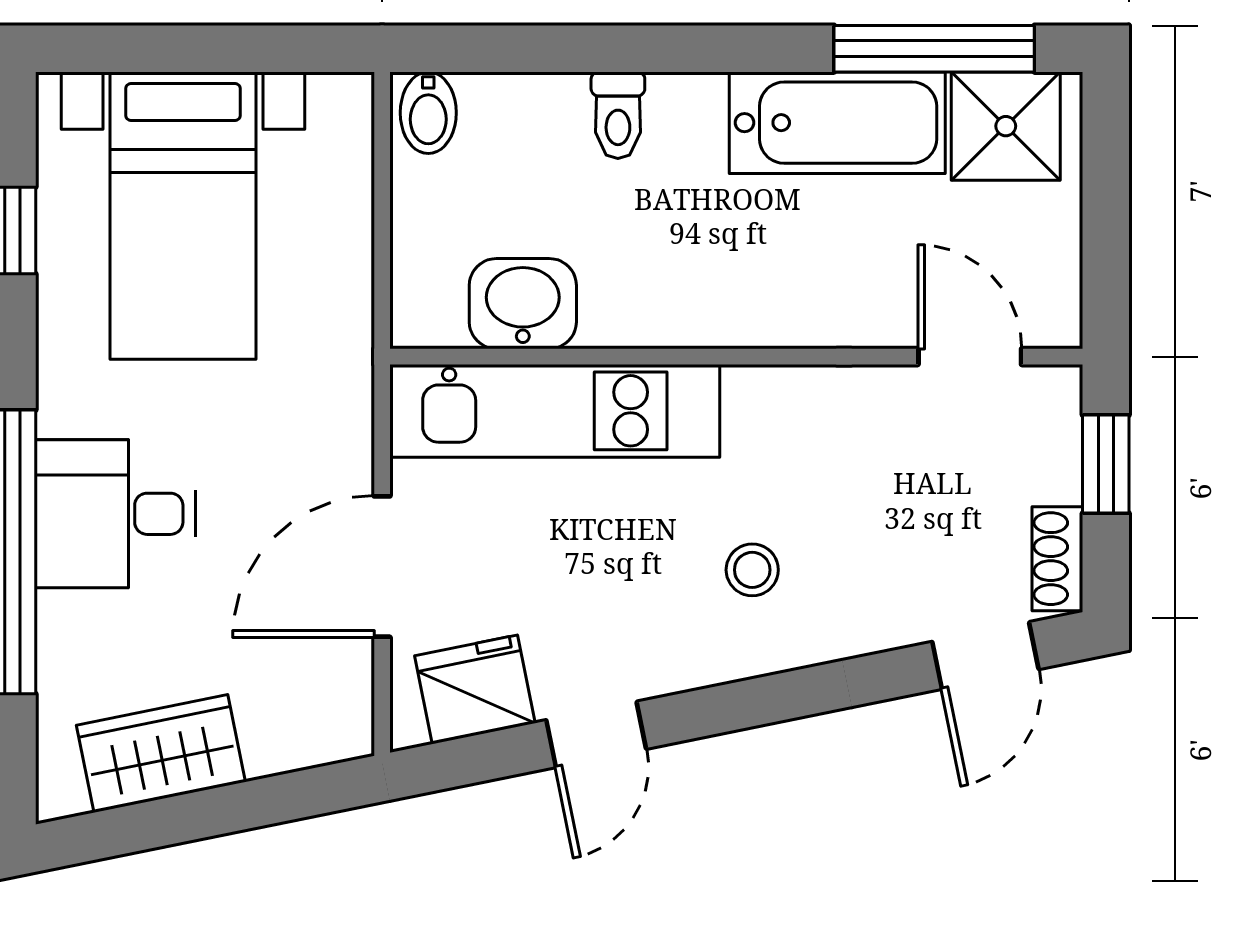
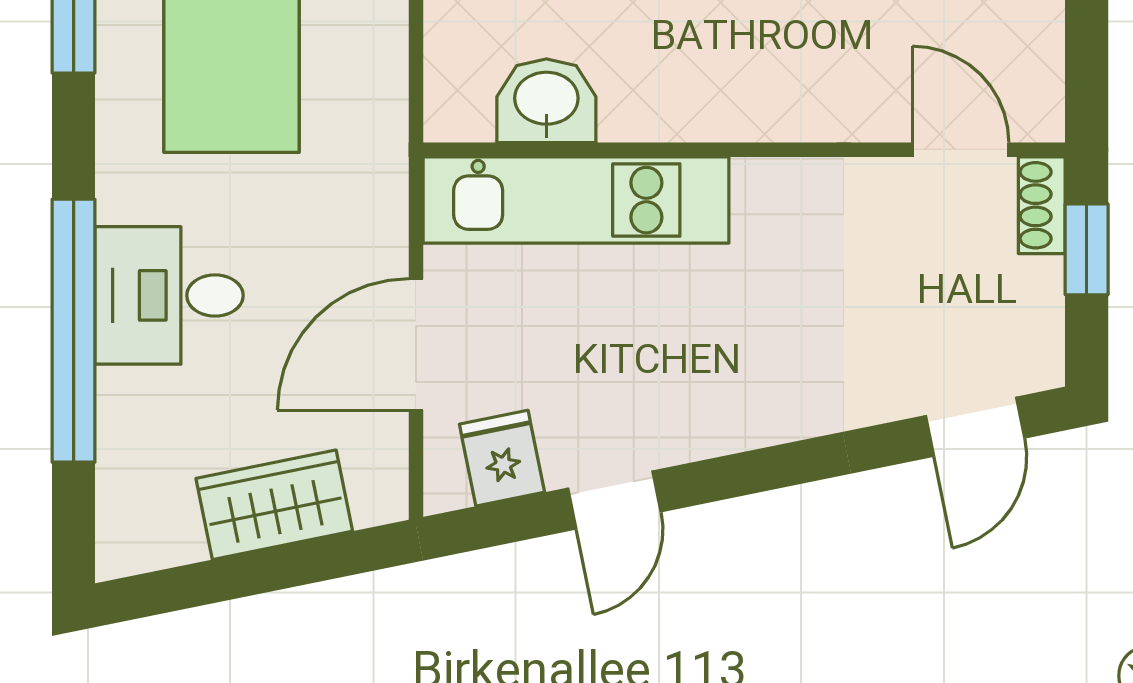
shoe rack: (1057, 559) -> (1042, 205), moved
stool: (752, 570) -> (759, 347), removed
fridge: (475, 689) -> (502, 458), width x0.72
wardrobe: (161, 754) -> (274, 505), moved

